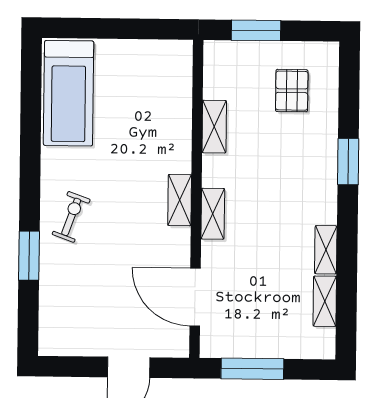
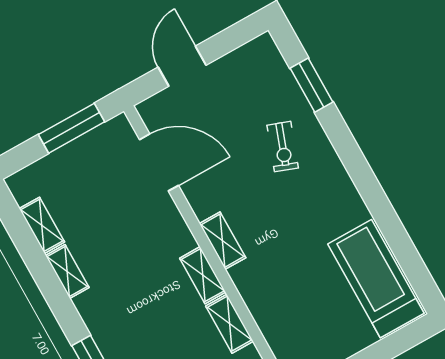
shelving: (213, 214) -> (203, 275), moved
exercise bike: (71, 217) -> (283, 147), moved
window: (29, 256) -> (312, 85), moved

